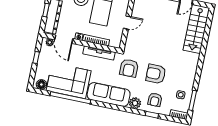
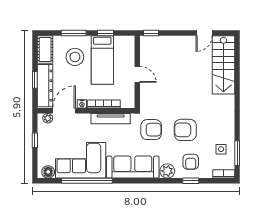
door: (127, 23) -> (137, 74), hinge flipped
door: (64, 39) -> (64, 111), swing flipped
armchair: (129, 68) -> (151, 130), turned -90

